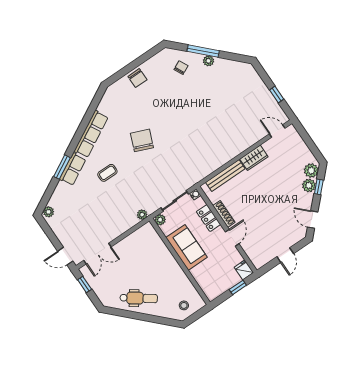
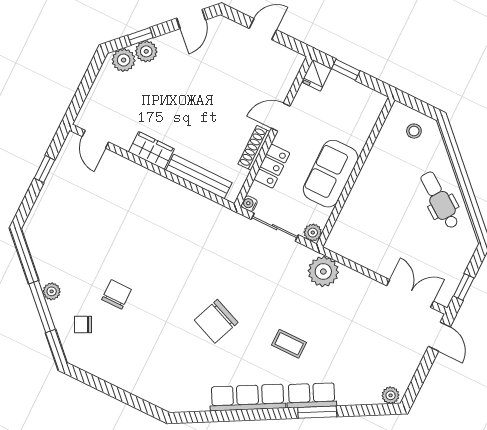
chair: (137, 78) -> (117, 294), moved
plant: (142, 215) -> (323, 272), width x1.88, depth x1.88

